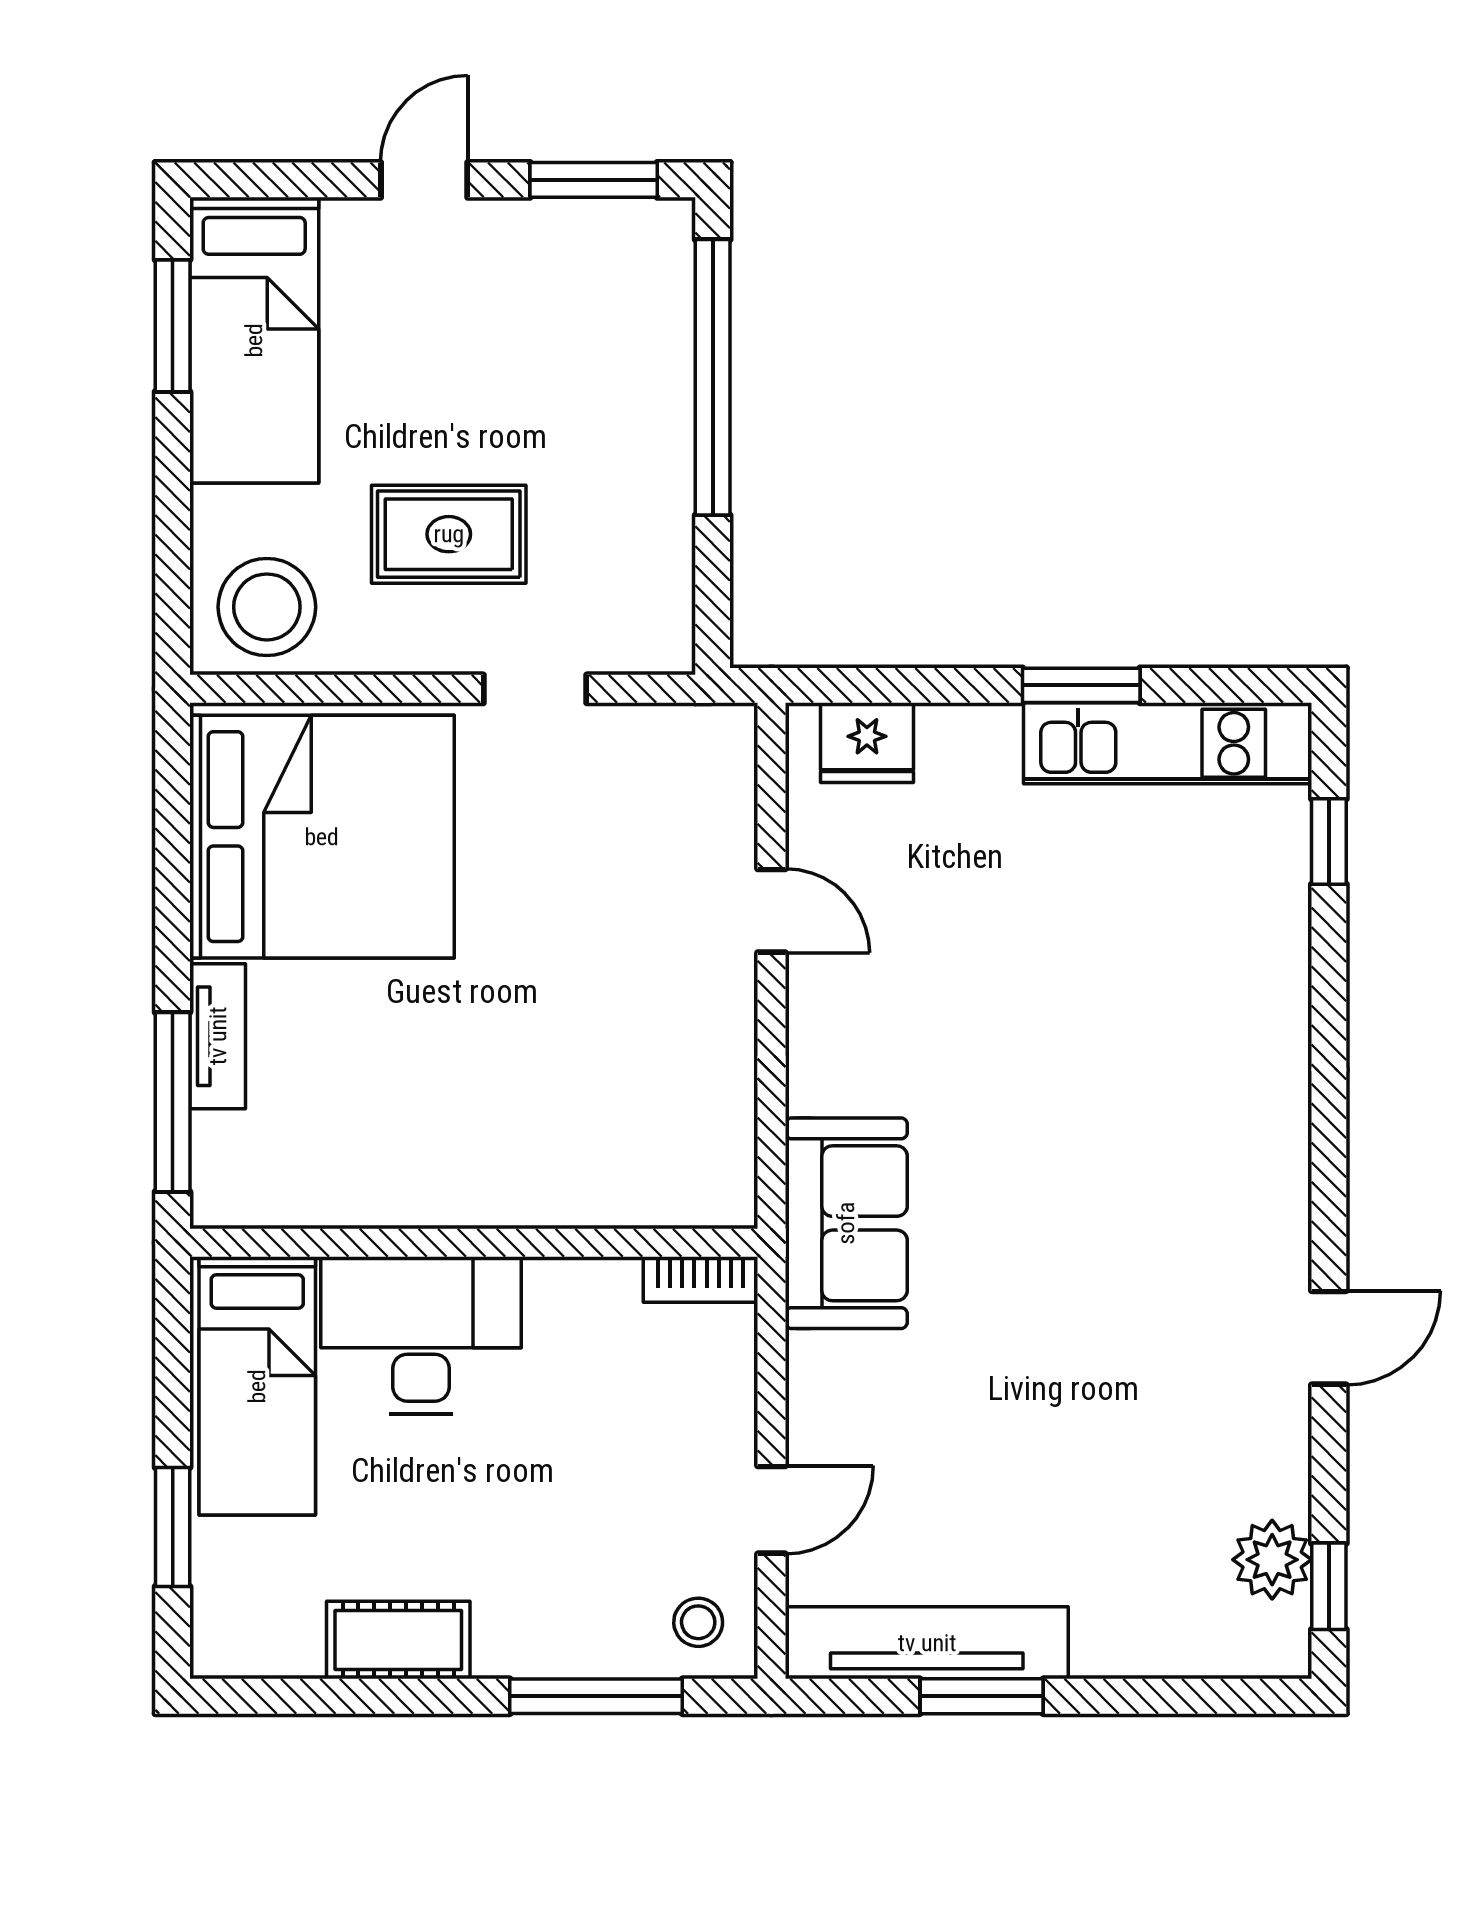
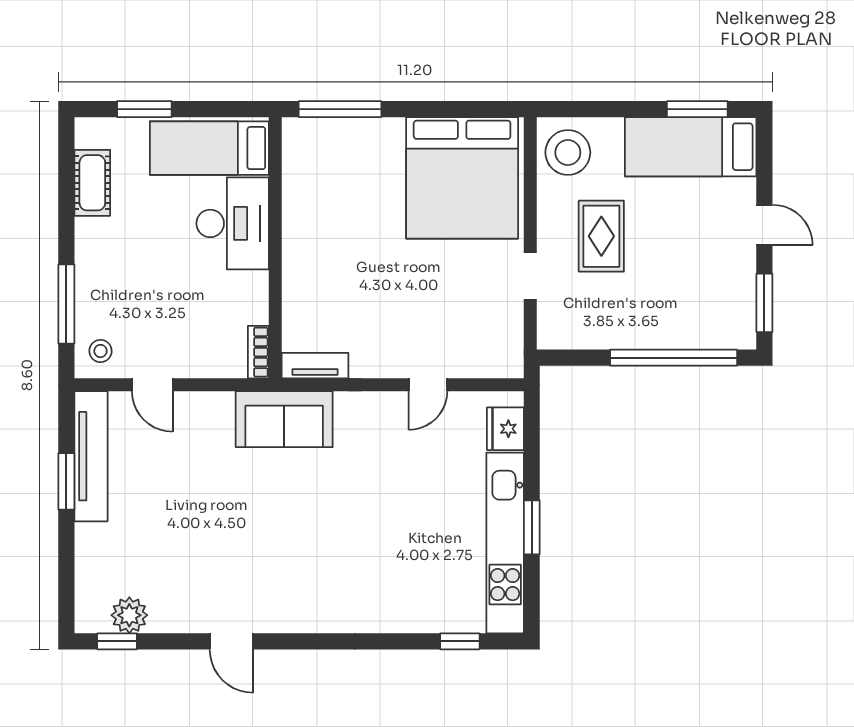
kitchen unit: (1168, 743) -> (505, 543), width x1.36
tv unit: (218, 1036) -> (315, 366), moved, turned 180
cot: (398, 1640) -> (92, 183), moved

